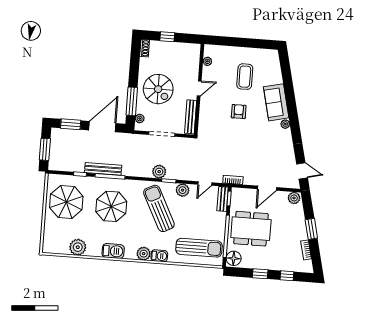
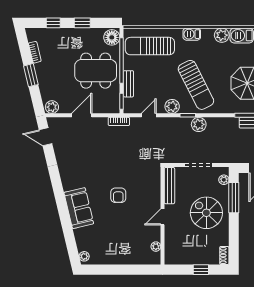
coffee table: (245, 77) -> (115, 233), removed
plant: (285, 124) -> (84, 256), moved
bench: (223, 199) -> (128, 84), moved
plant: (144, 254) -> (222, 35), moved

